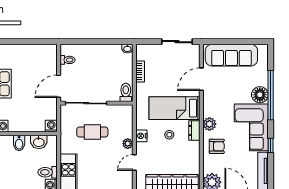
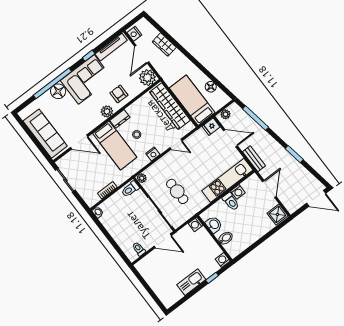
plant: (128, 144) -> (142, 178), moved

